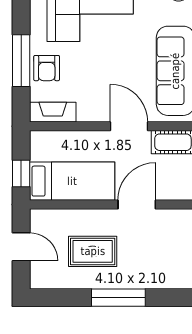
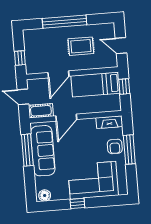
armchair: (47, 68) -> (115, 146), turned 180
door: (129, 126) -> (66, 118), hinge flipped
window: (118, 298) -> (64, 22), width x1.46

